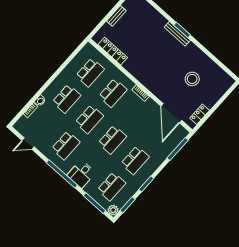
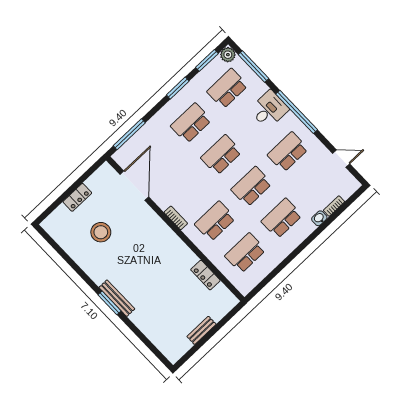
locker: (113, 51) -> (205, 275), width x0.66
locker: (200, 114) -> (77, 197), moved

